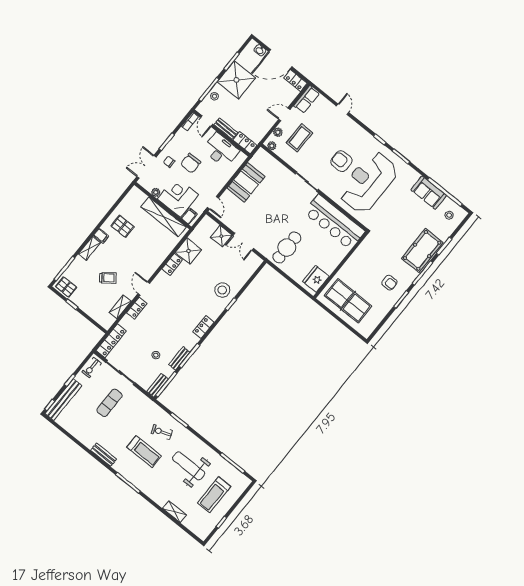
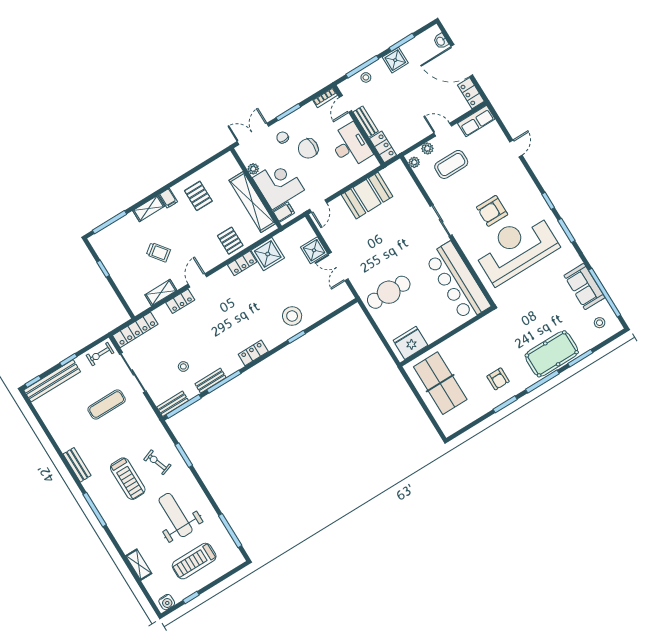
shower: (236, 80) -> (395, 60), width x0.54, depth x0.54
armchair: (341, 161) -> (492, 211), turned -90
pallet: (66, 287) -> (230, 241), moved
water cooler: (205, 532) -> (167, 602), added

